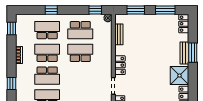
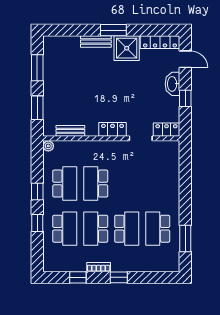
window: (95, 10) -> (37, 192), moved
locker: (184, 24) -> (56, 42), removed
window: (11, 28) -> (78, 277), moved
school desk: (47, 30) -> (65, 229), turned 180
window: (193, 53) -> (113, 30), moved
window: (11, 84) -> (119, 277), moved

